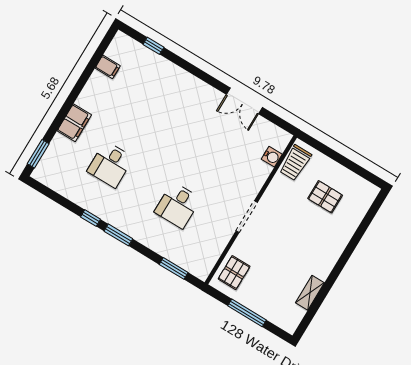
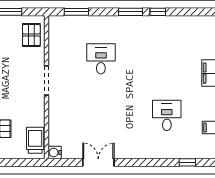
water cooler: (272, 157) -> (55, 153), moved
desk: (110, 164) -> (167, 115), moved

